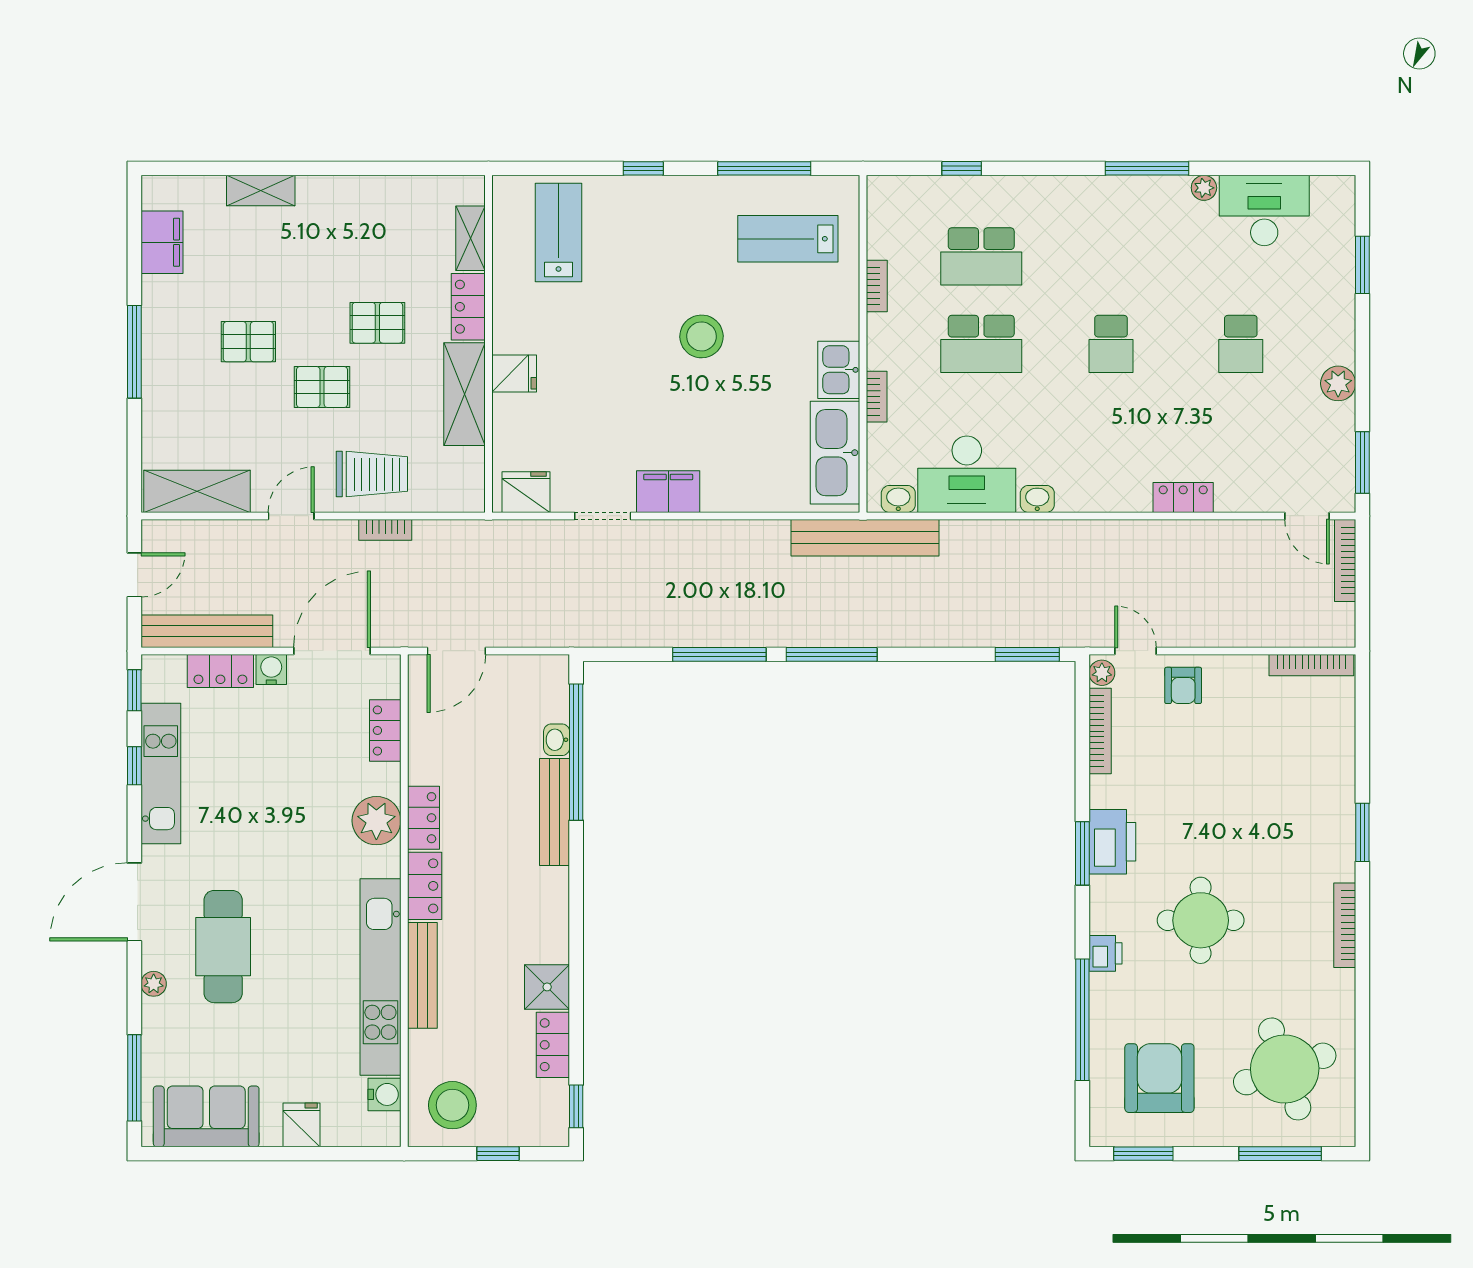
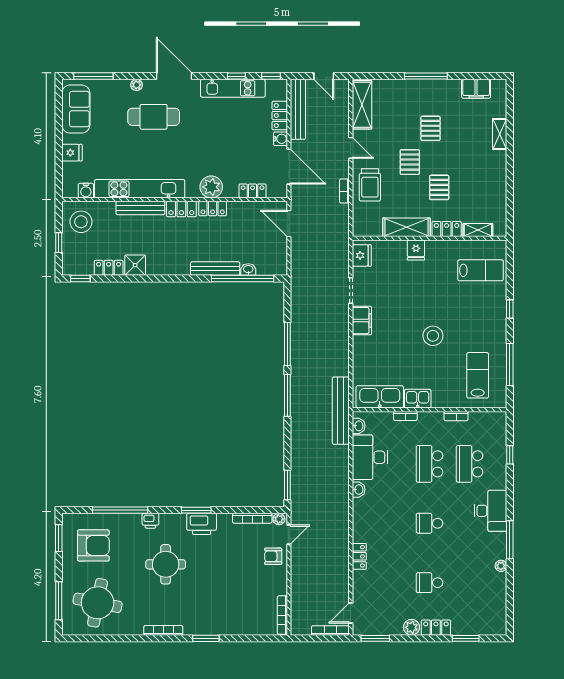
desk: (1264, 211) -> (491, 511), moved
locker: (1339, 330) -> (436, 628), added
round table: (1285, 1069) -> (98, 603), turned 30

